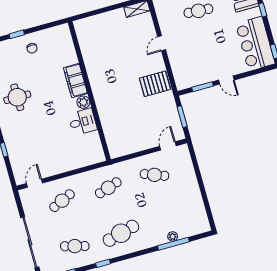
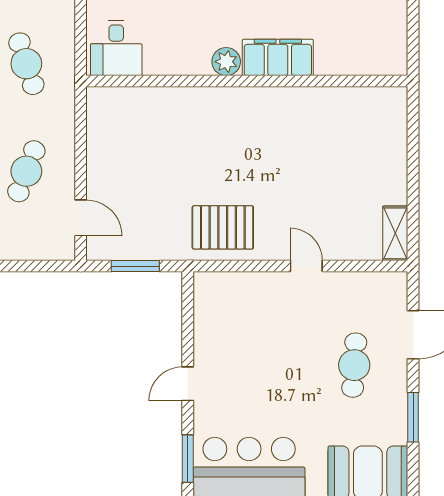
pallet: (155, 84) -> (223, 227), turned 90
window: (203, 87) -> (188, 459), moved
desk: (83, 122) -> (116, 48), moved

